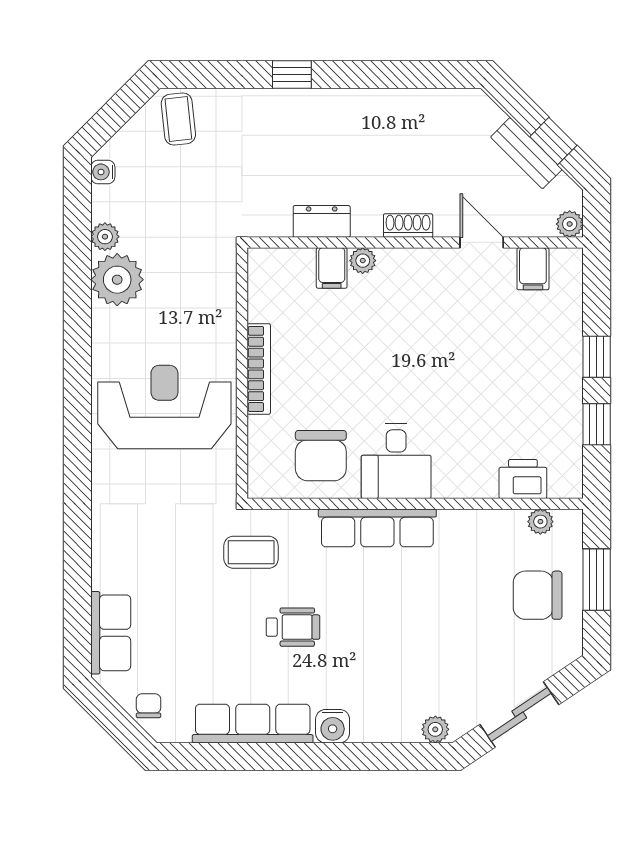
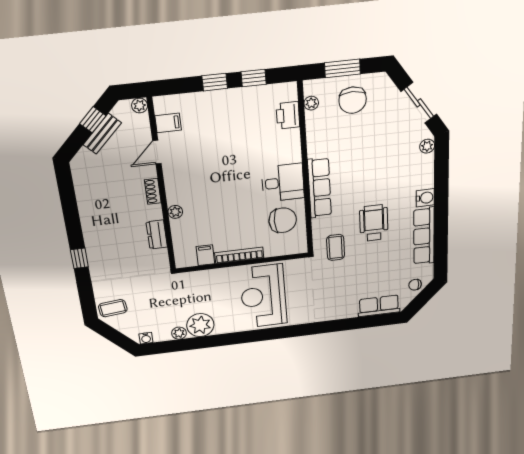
filing cabinet: (332, 268) -> (205, 255), moved, turned -90
wheelchair: (293, 627) -> (374, 223), width x1.36, depth x1.37

